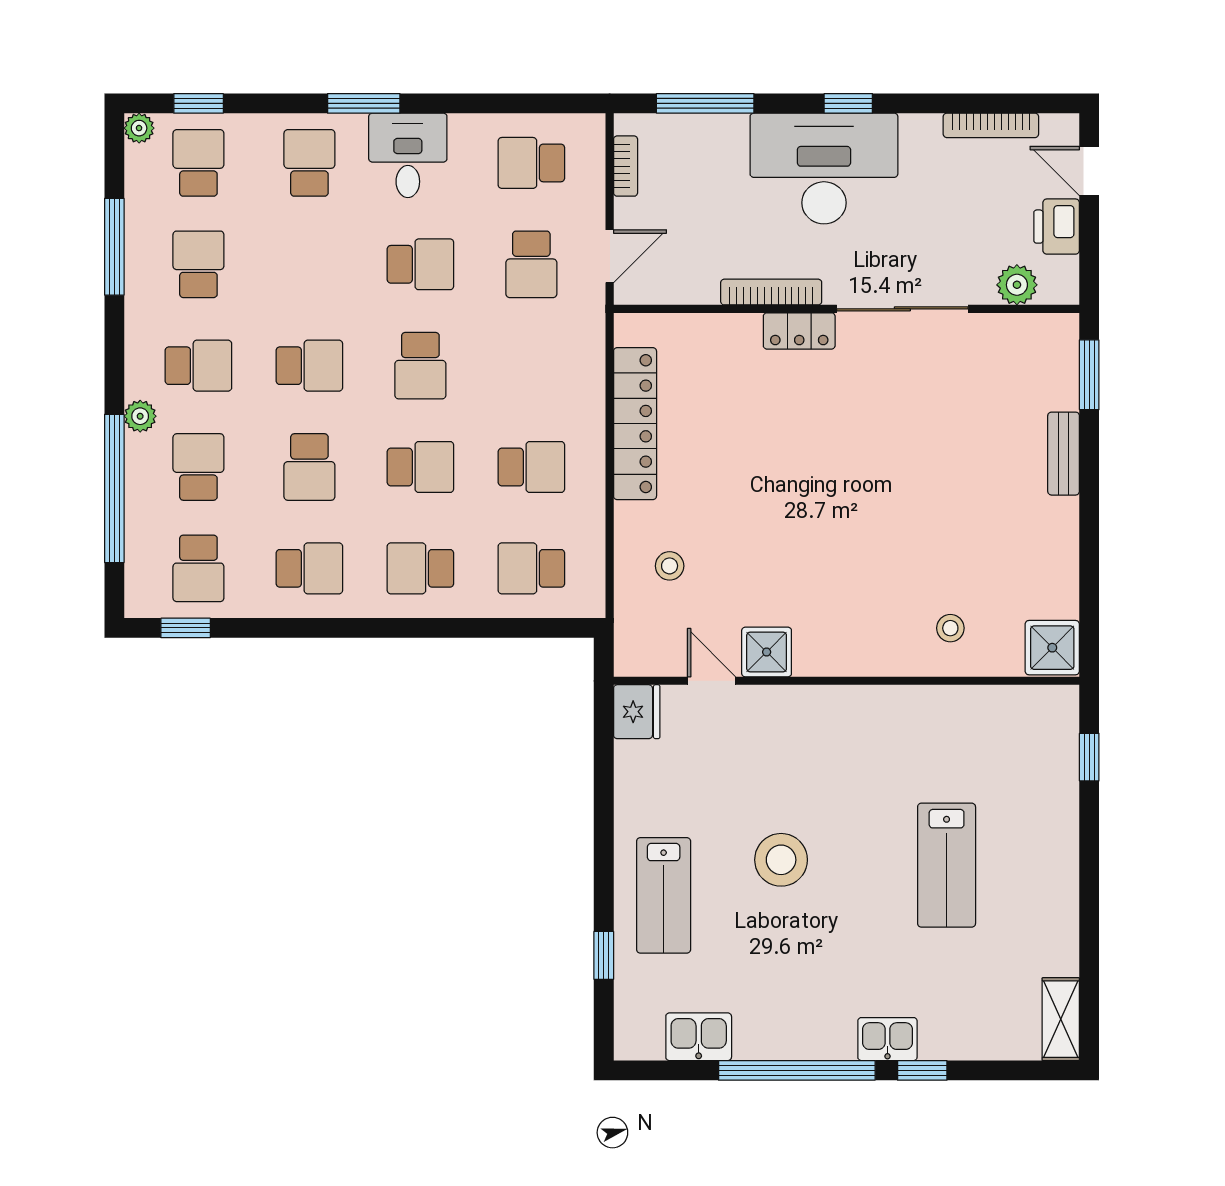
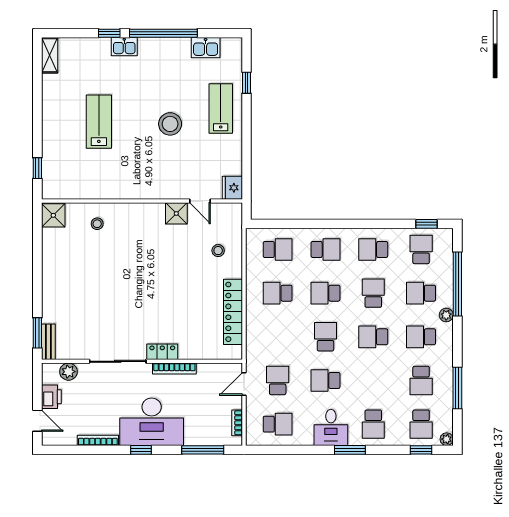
bookcase: (991, 125) -> (98, 440), moved
bench: (1064, 454) -> (48, 342), moved
school desk: (198, 467) -> (421, 293), turned 90

